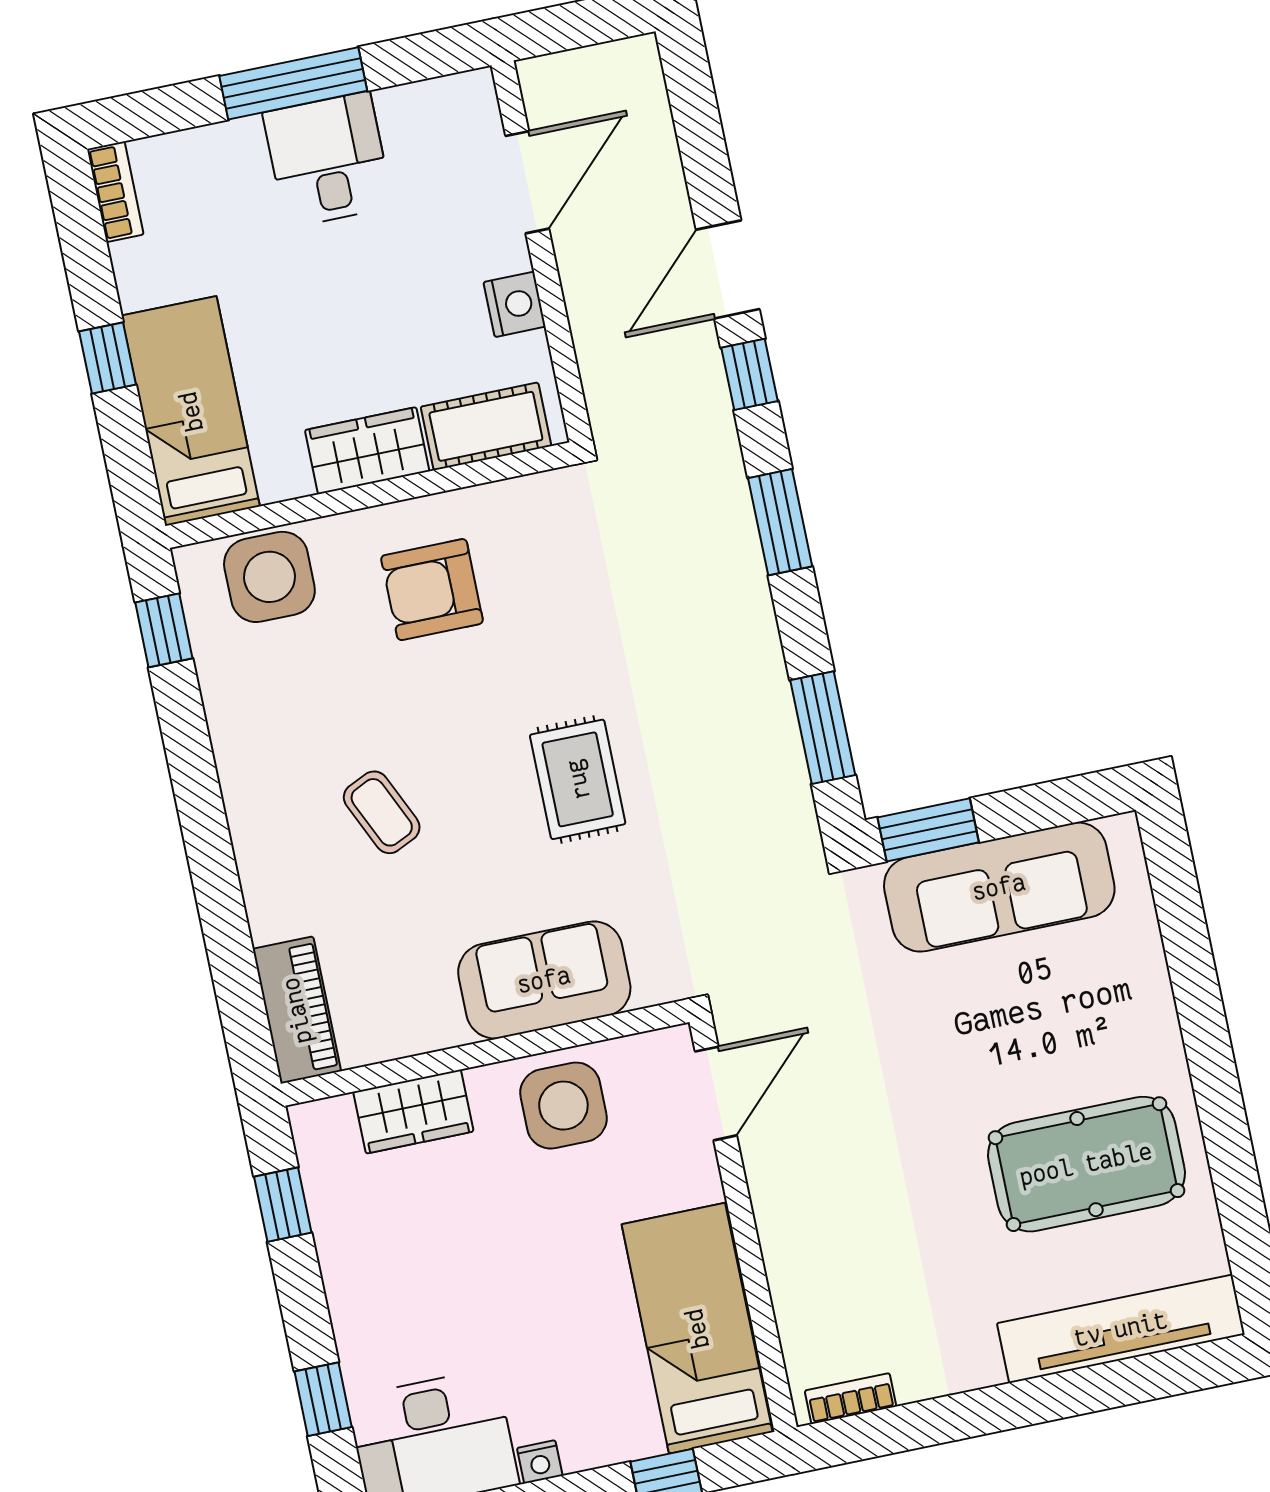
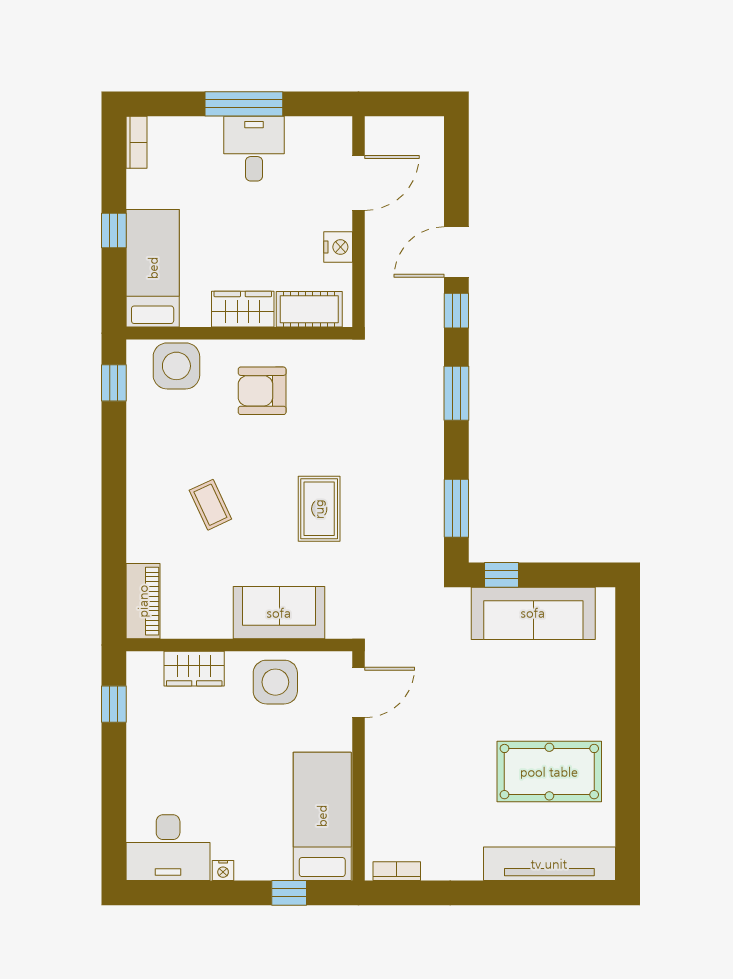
window: (928, 830) -> (502, 575), width x0.67
window: (323, 1399) -> (114, 813), removed

